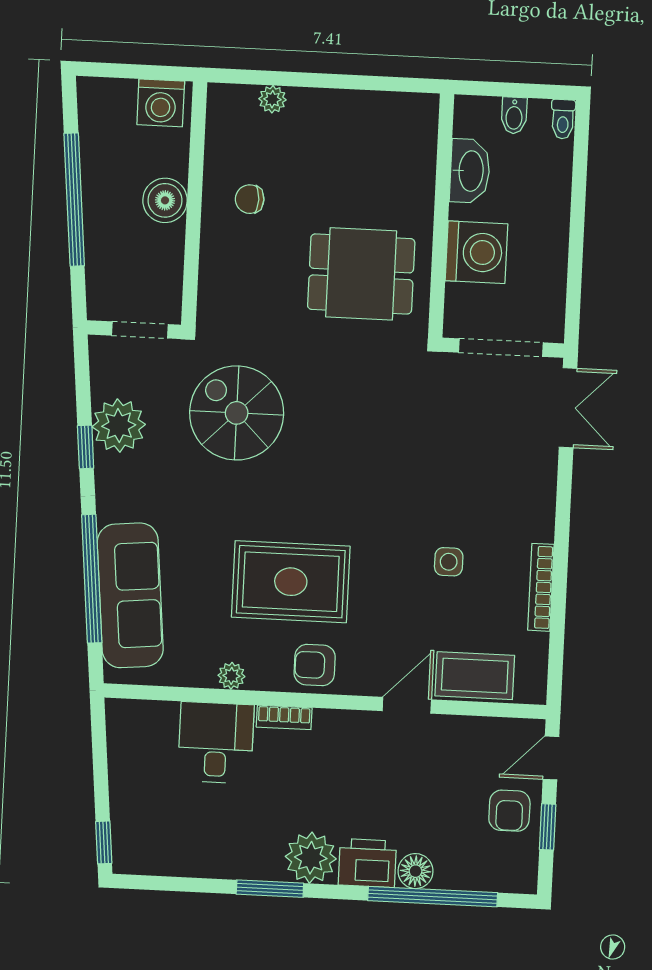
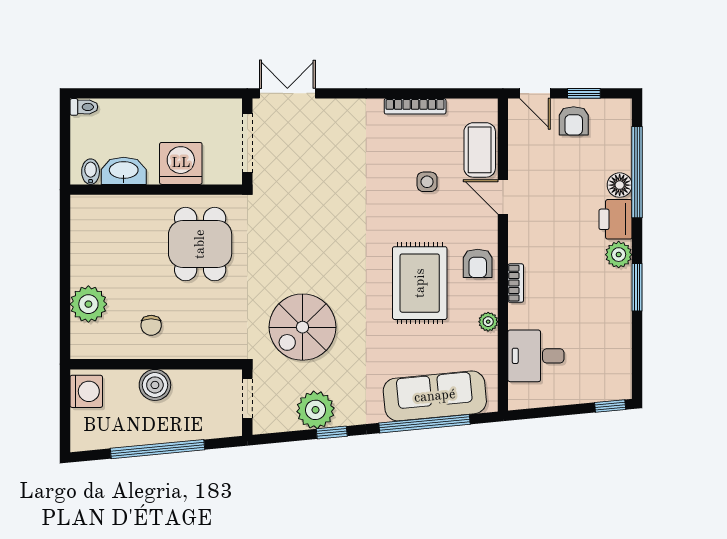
plant: (272, 99) -> (88, 304), width x1.88, depth x1.88
bidet: (514, 115) -> (91, 172), moved, turned -90
side table: (449, 562) -> (427, 182), moved
desk: (216, 743) -> (536, 356), moved
armchair: (509, 811) -> (574, 121), turned 90
plant: (311, 858) -> (619, 255), width x0.73, depth x0.73

